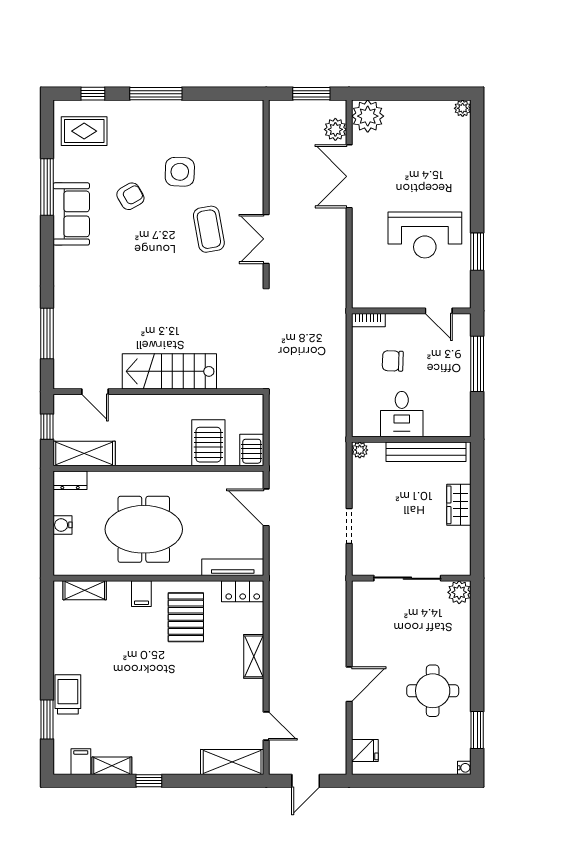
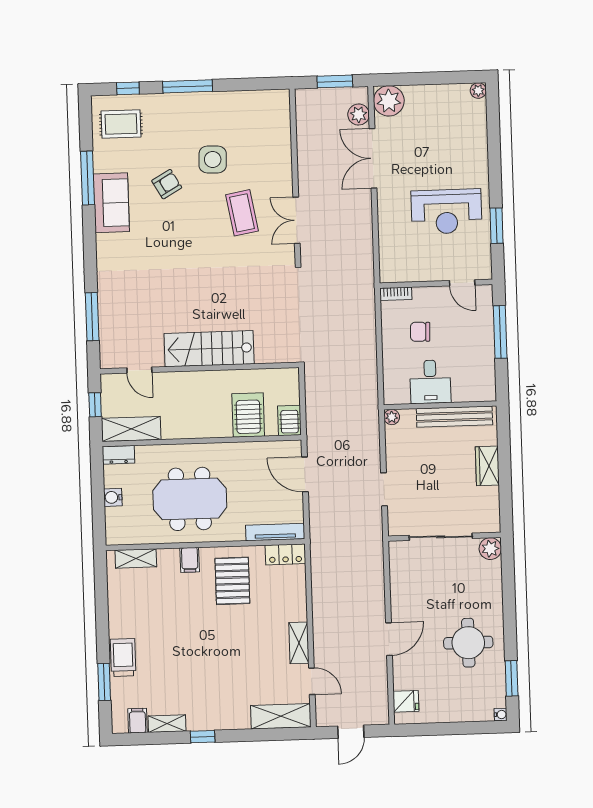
shelving: (254, 656) -> (299, 643), moved

